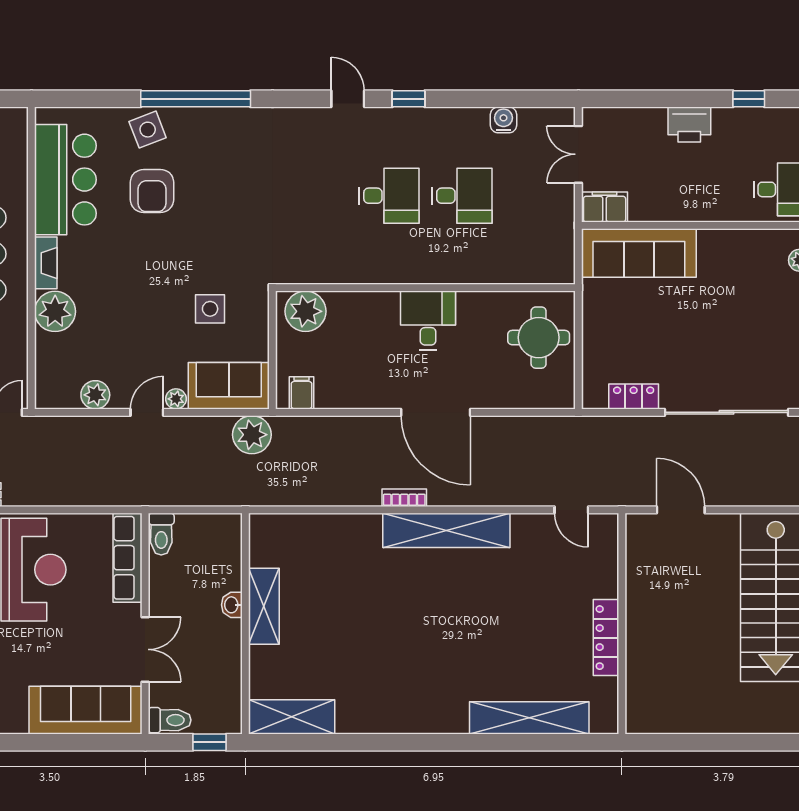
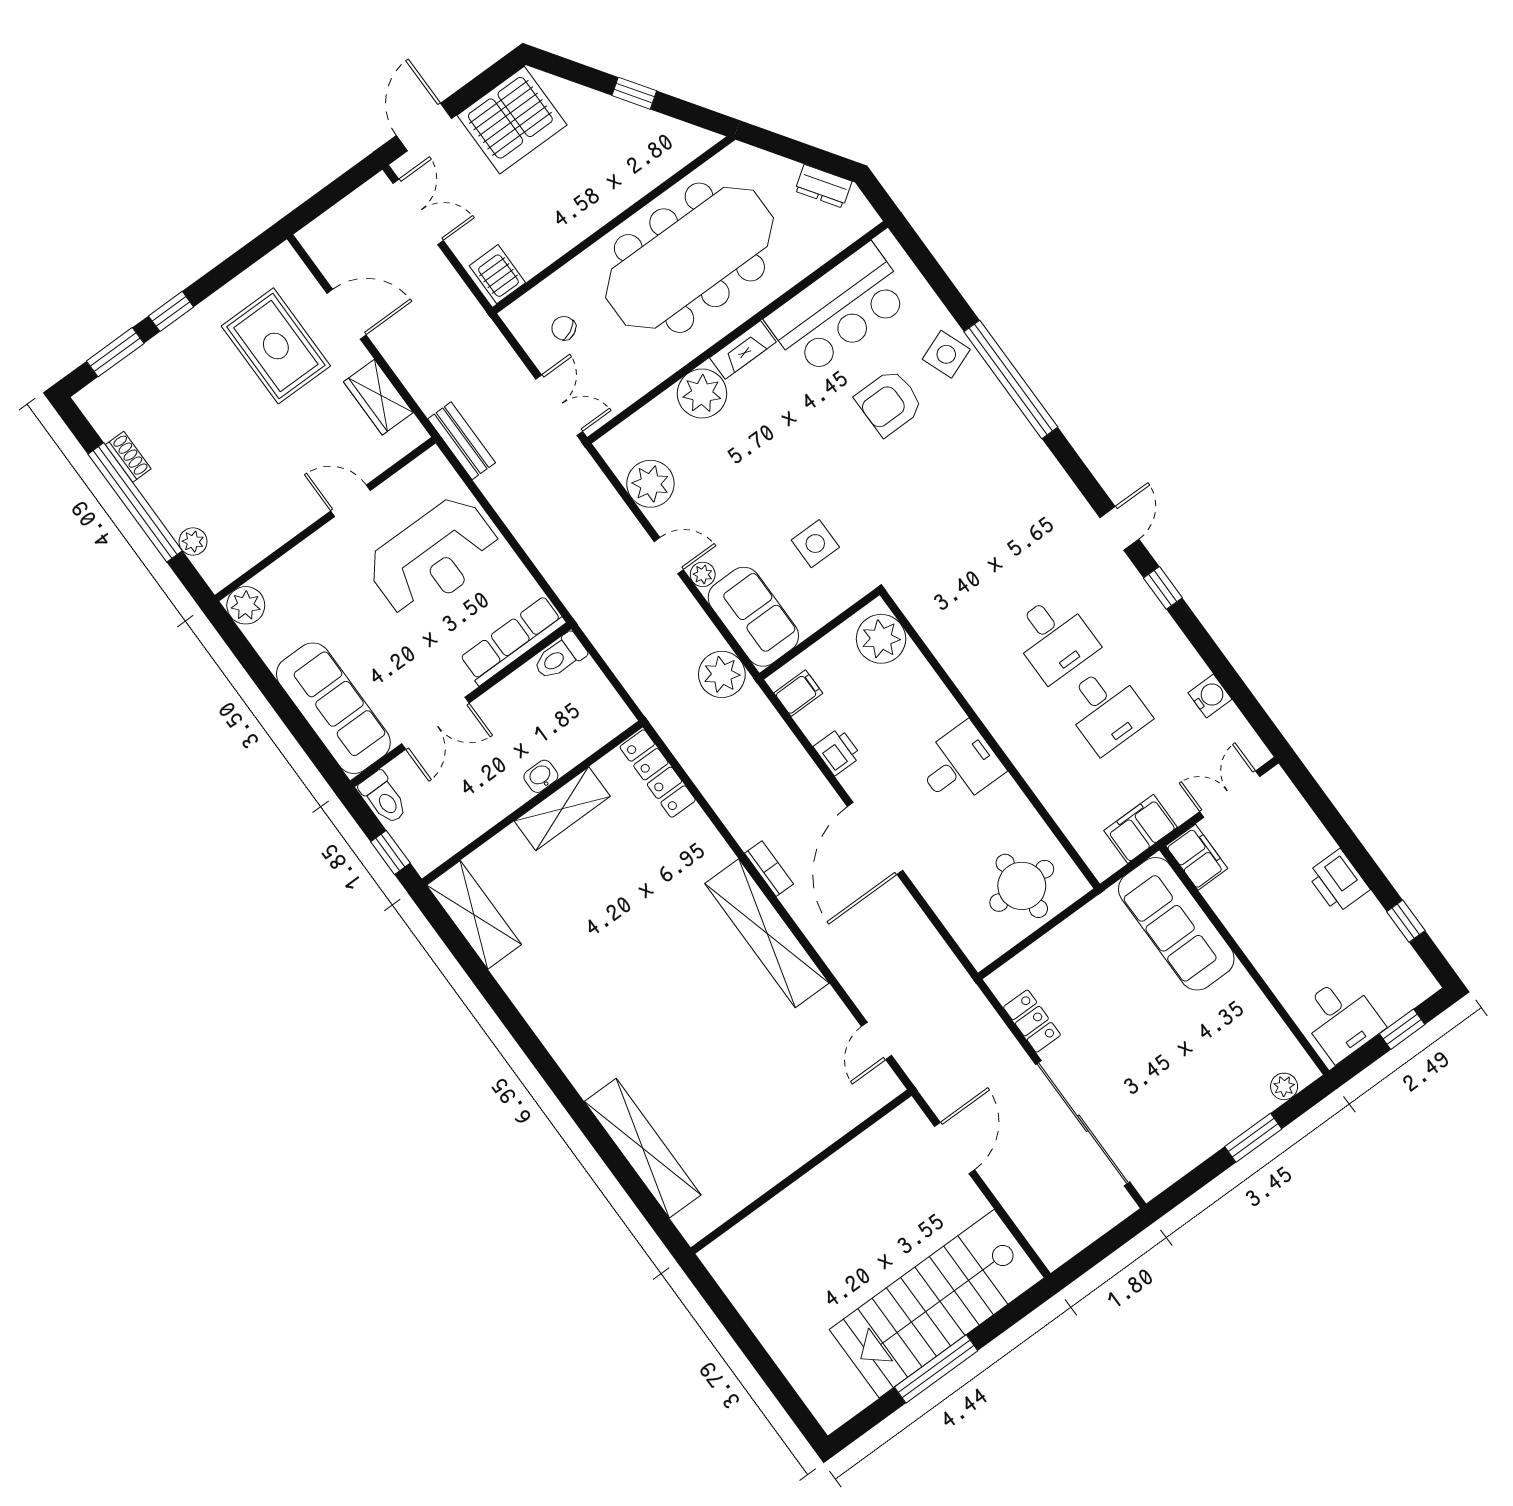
filing cabinet: (558, 231) -> (1141, 829), added
plant: (95, 395) -> (650, 484), width x1.36, depth x1.36
printer: (359, 395) -> (837, 752), added
locker: (606, 638) -> (658, 774), moved, turned -90

